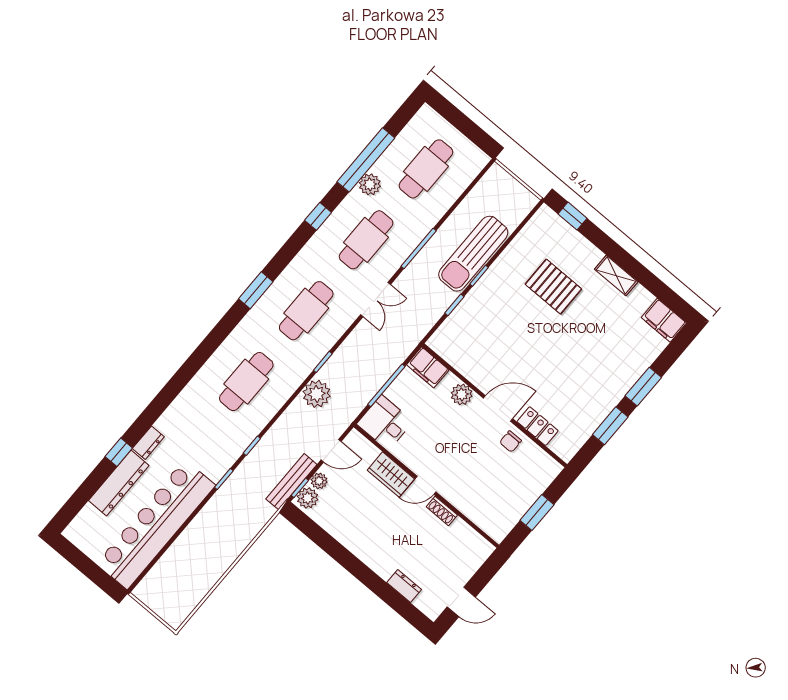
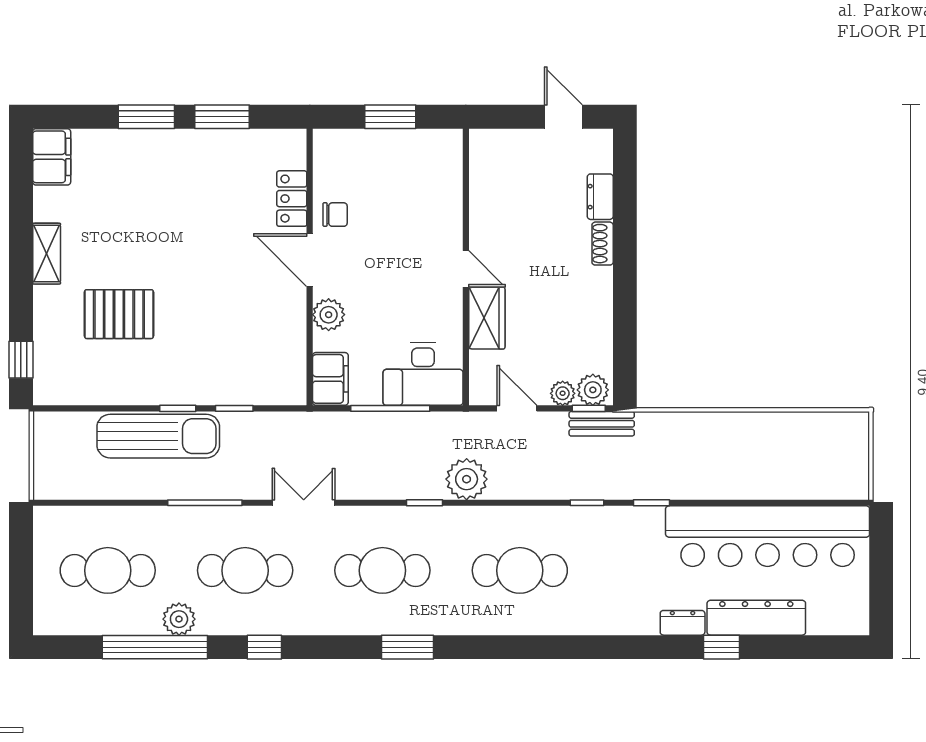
pallet: (553, 287) -> (119, 314), turned 90
desk: (385, 423) -> (423, 374), width x1.37
bench: (291, 482) -> (602, 424), width x0.73
shoe rack: (442, 511) -> (603, 244), moved, turned 180

